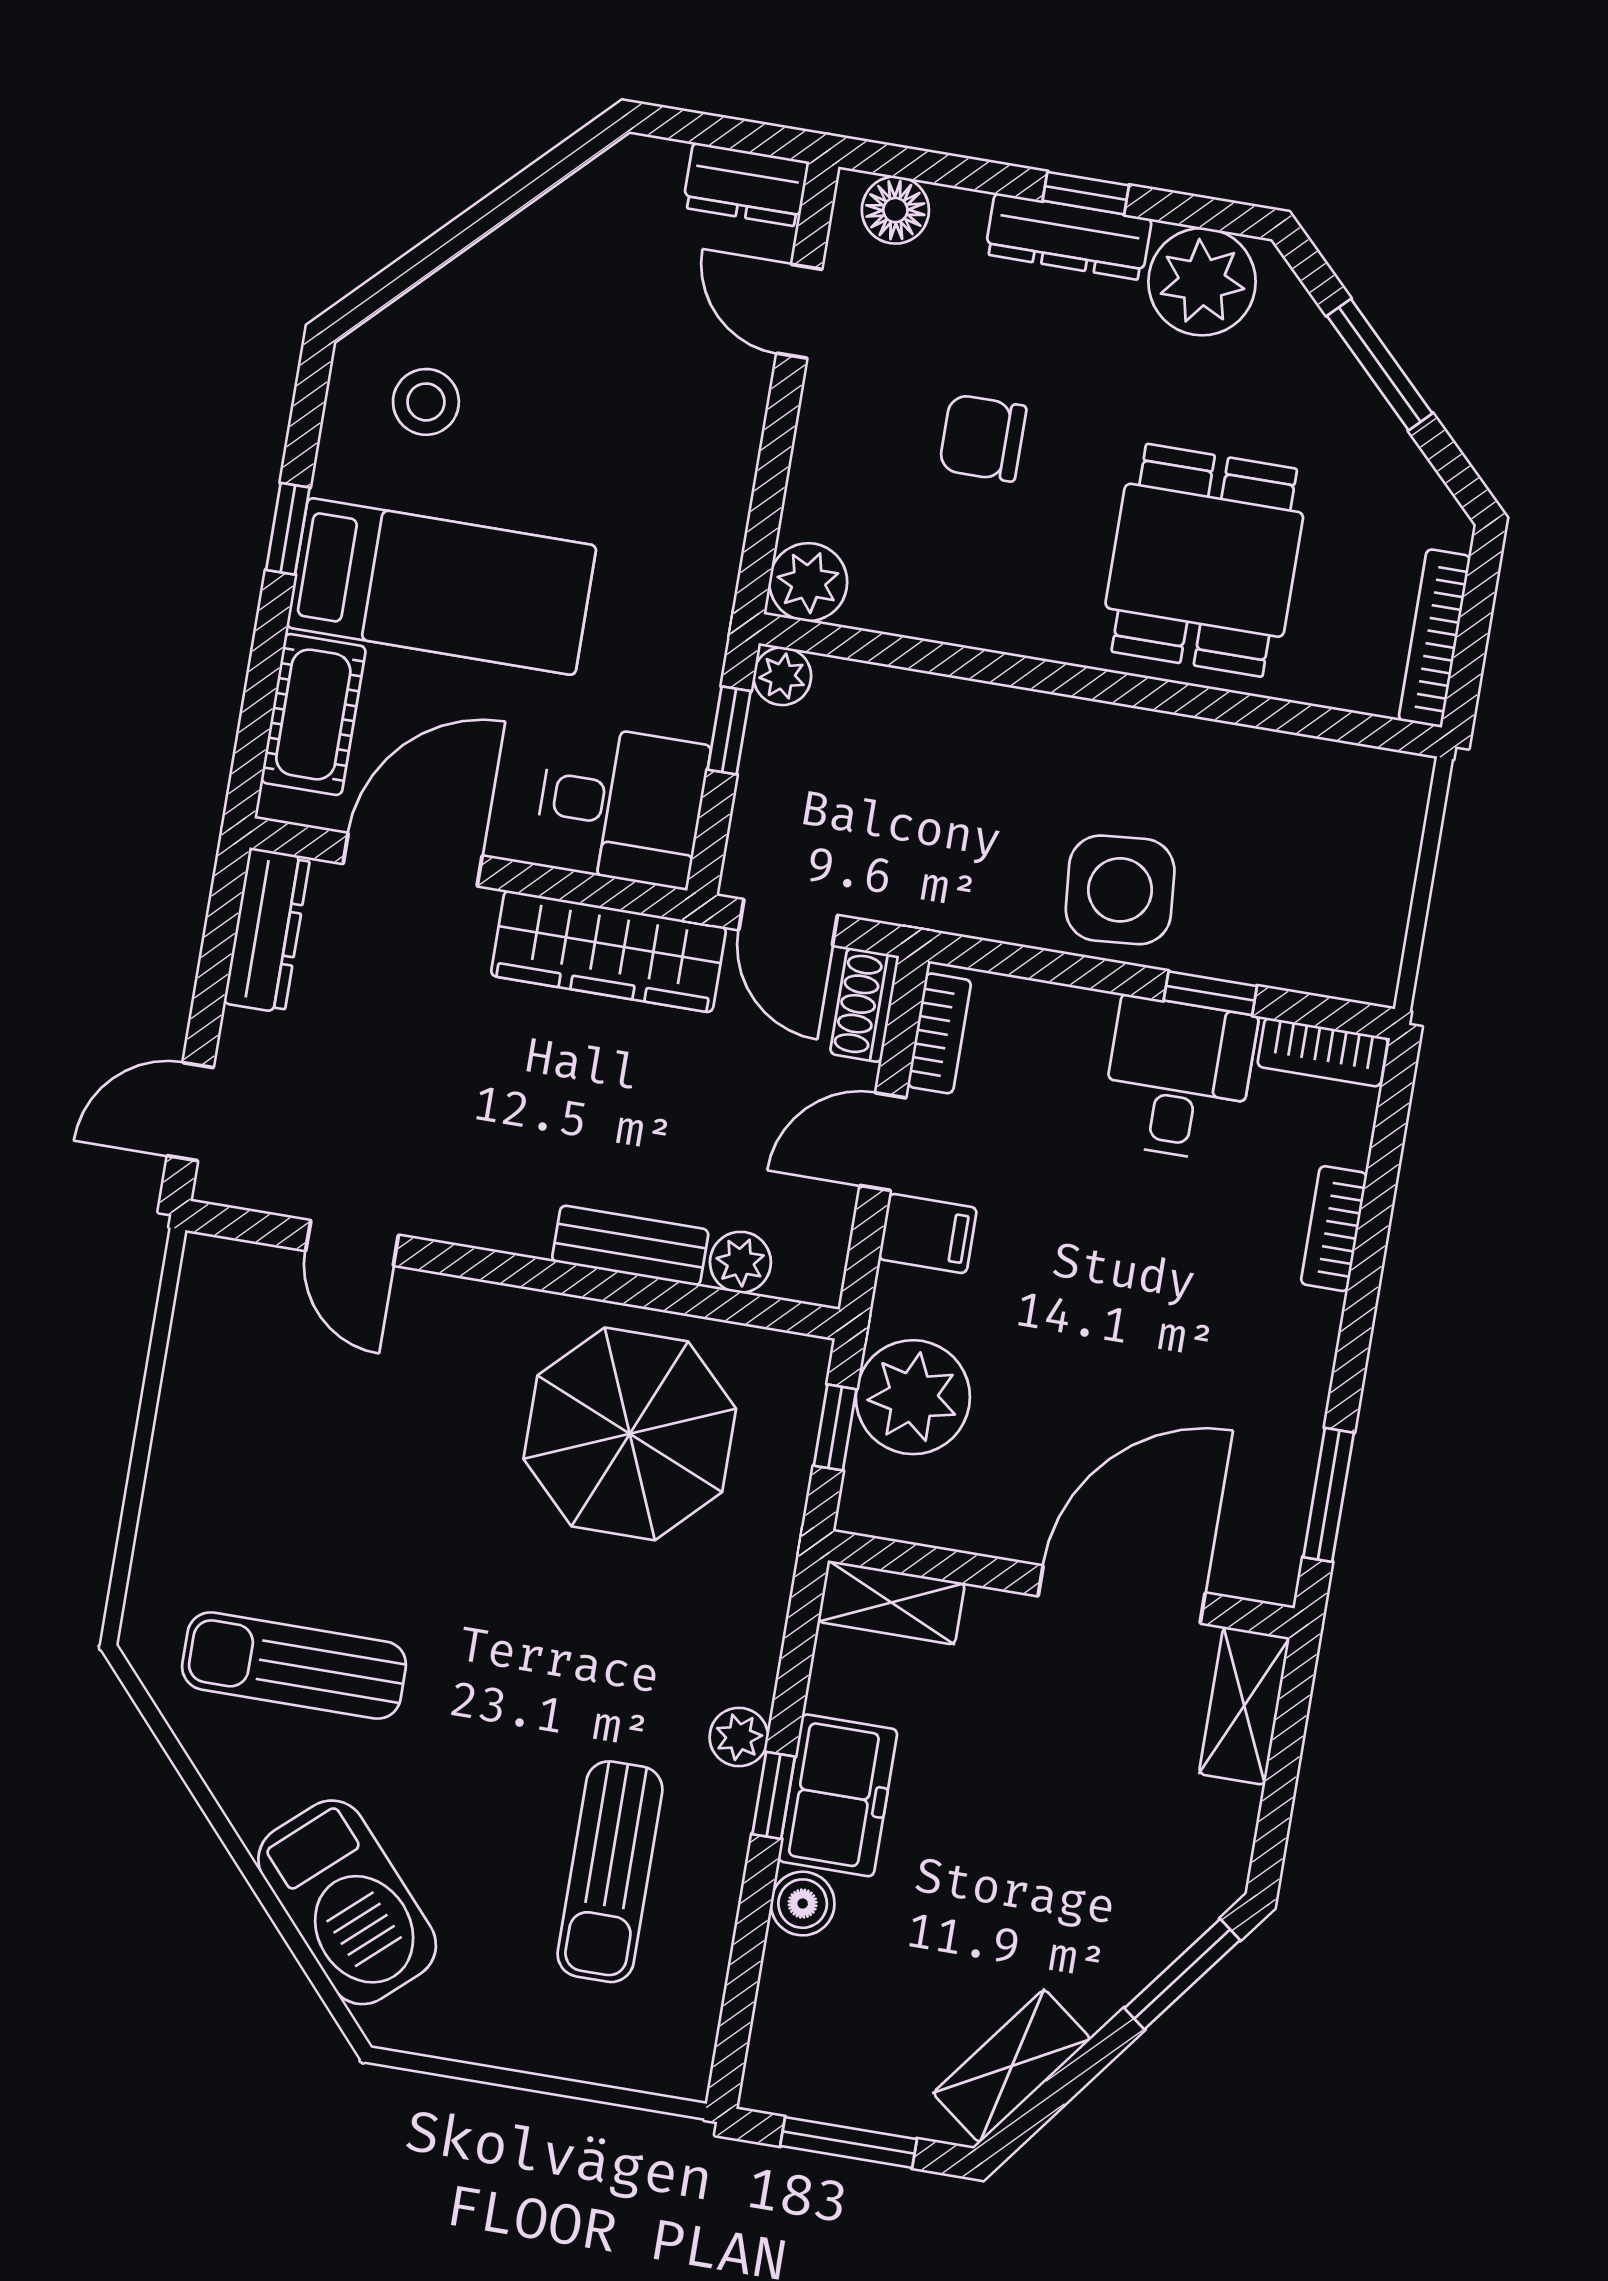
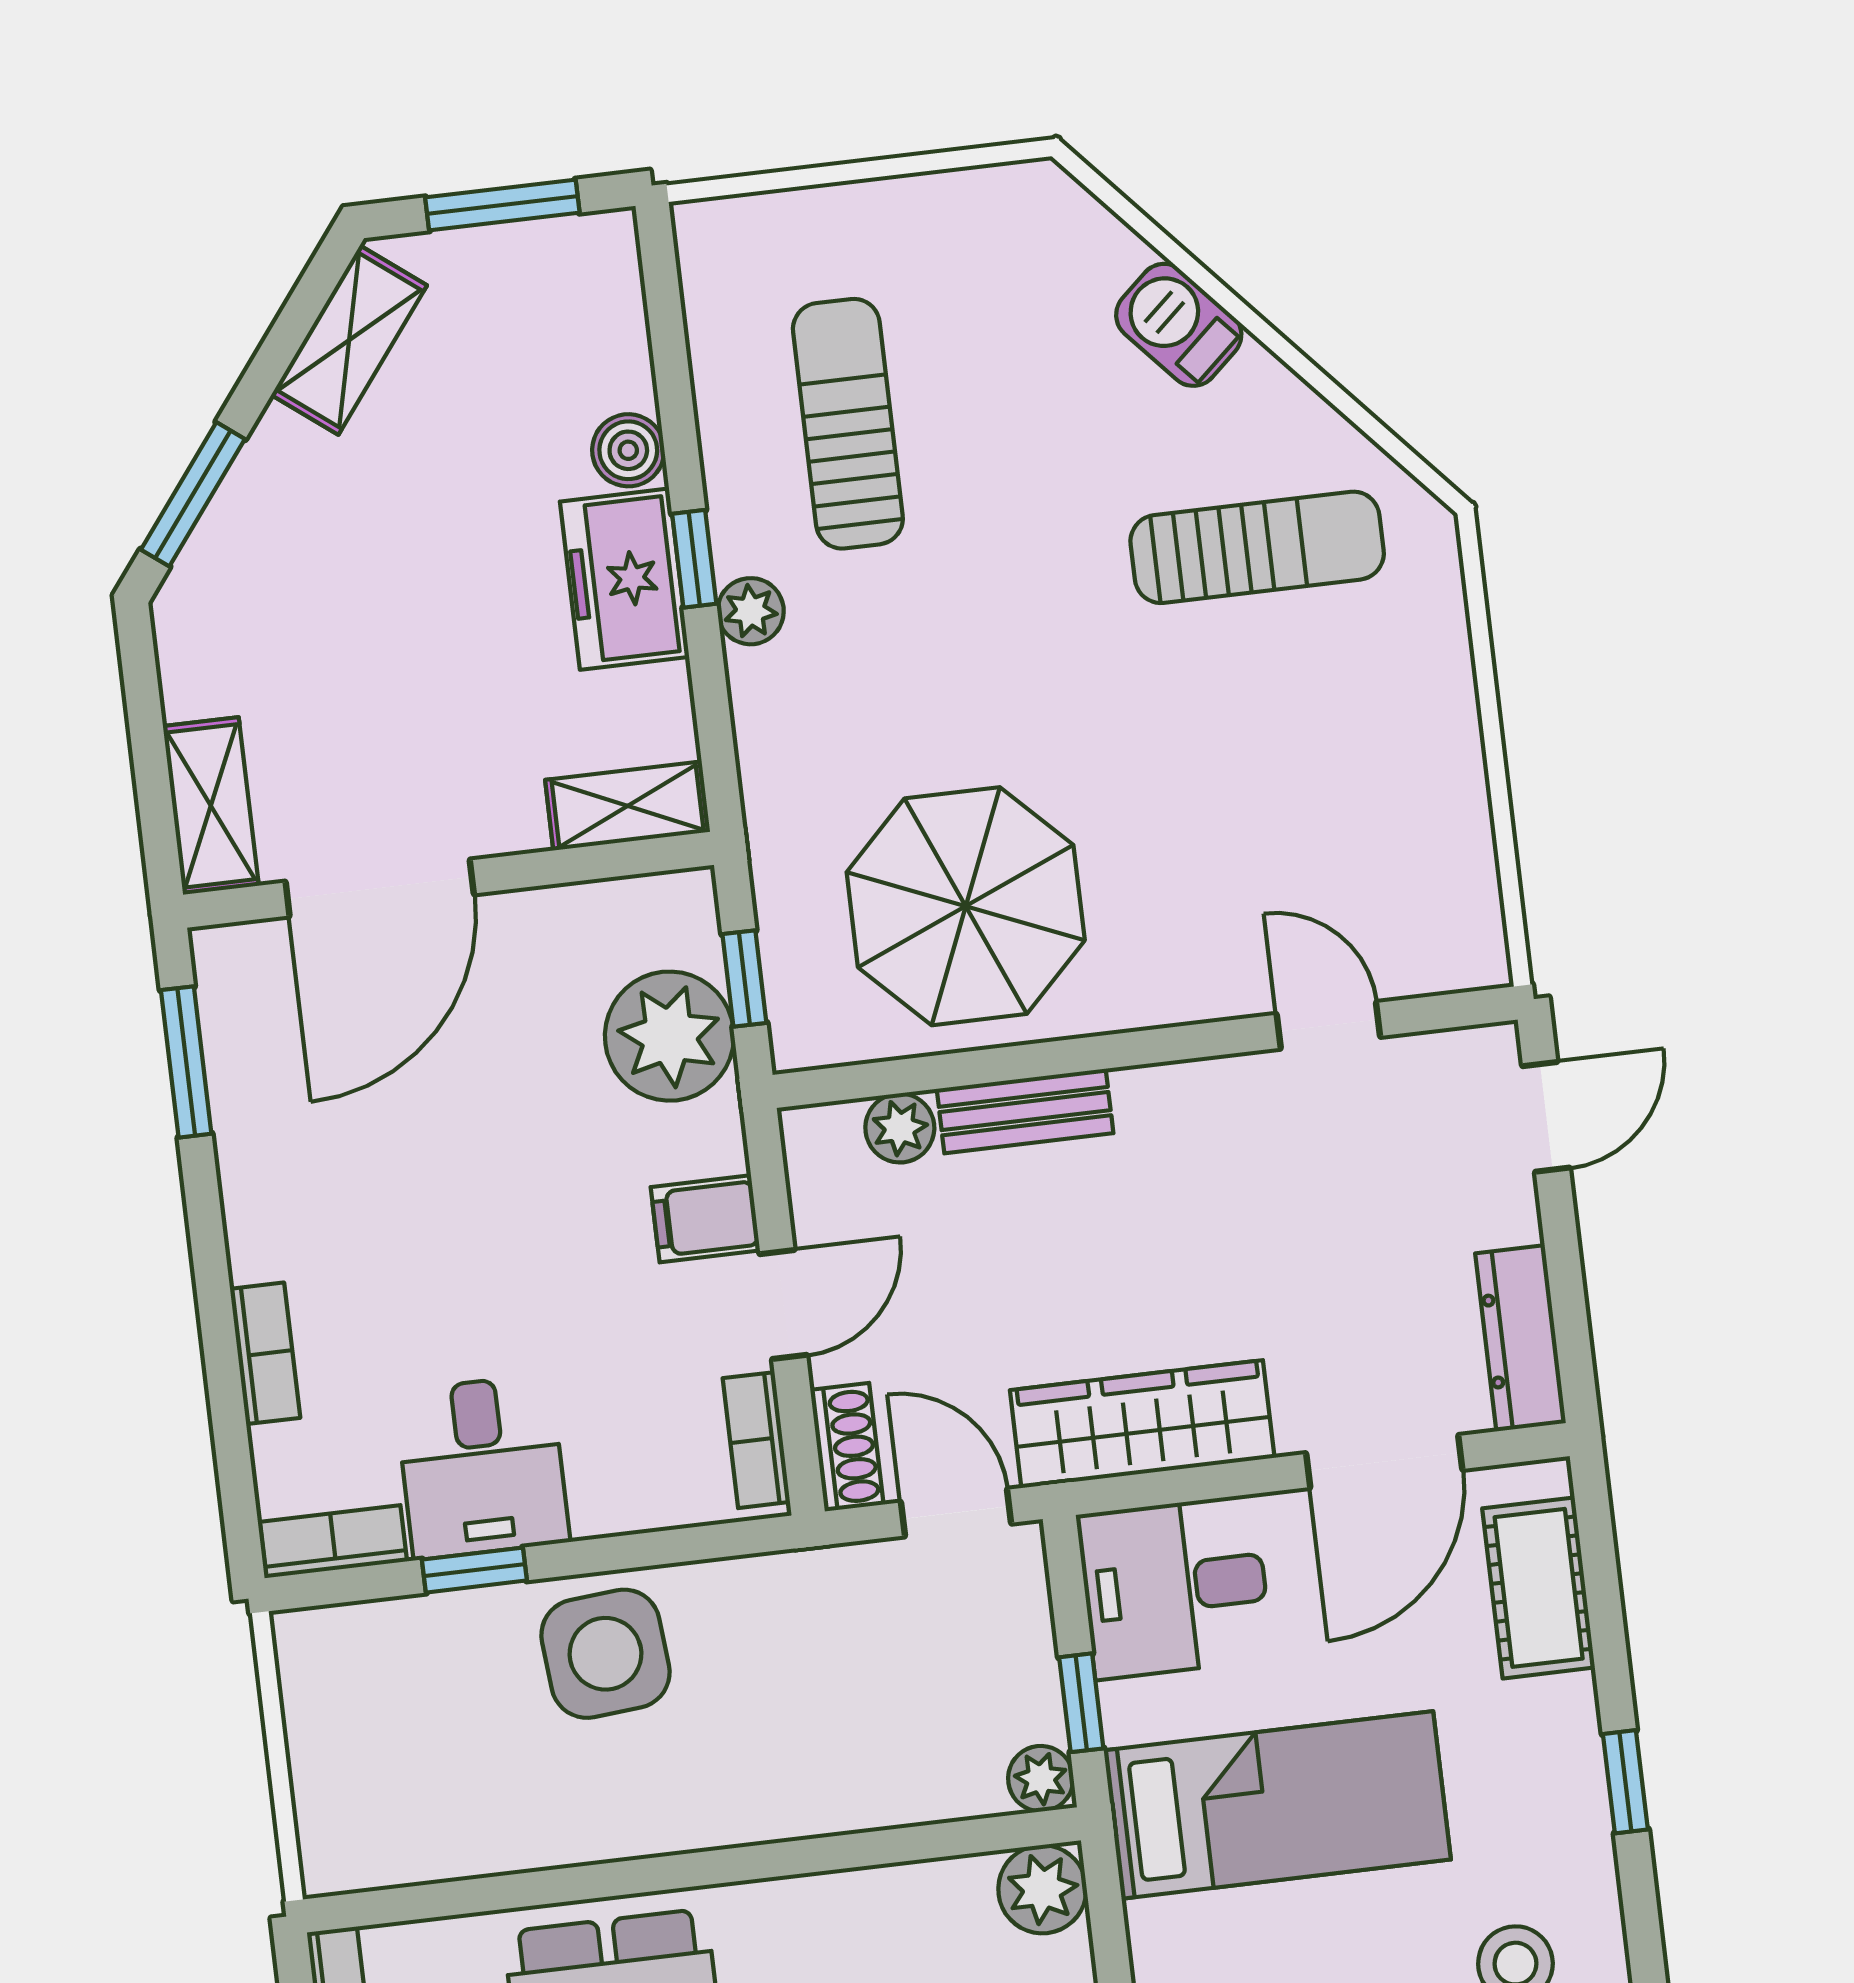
bed: (441, 586) -> (1277, 1805), moved, turned 180
barbecue: (347, 1902) -> (1179, 325), width x0.53, depth x0.65

